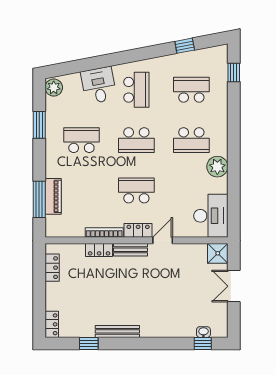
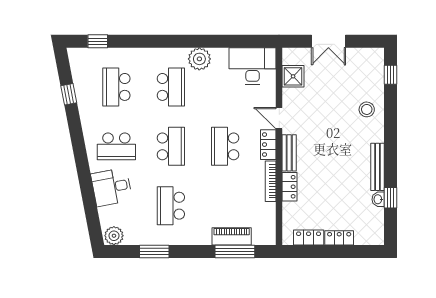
school desk: (136, 90) -> (116, 146), turned 180
shower: (218, 253) -> (293, 76), moved
stool: (171, 321) -> (367, 109), added
locker: (52, 324) -> (339, 238), moved
washbasin: (203, 332) -> (378, 199), moved

